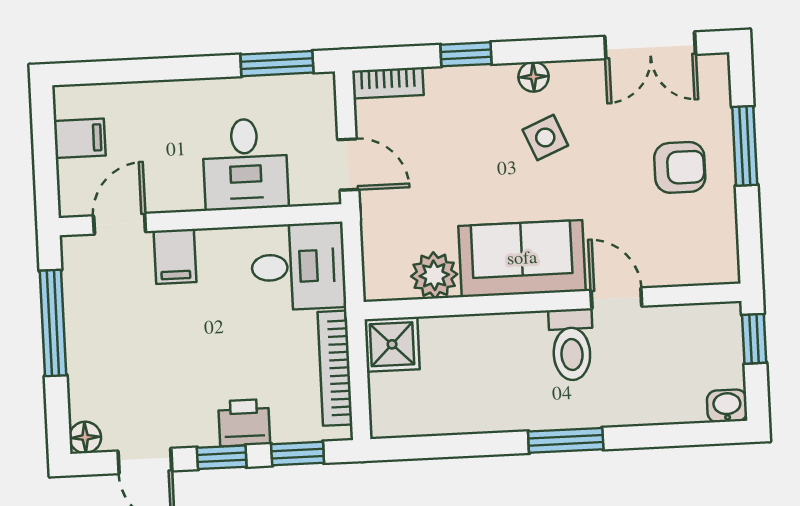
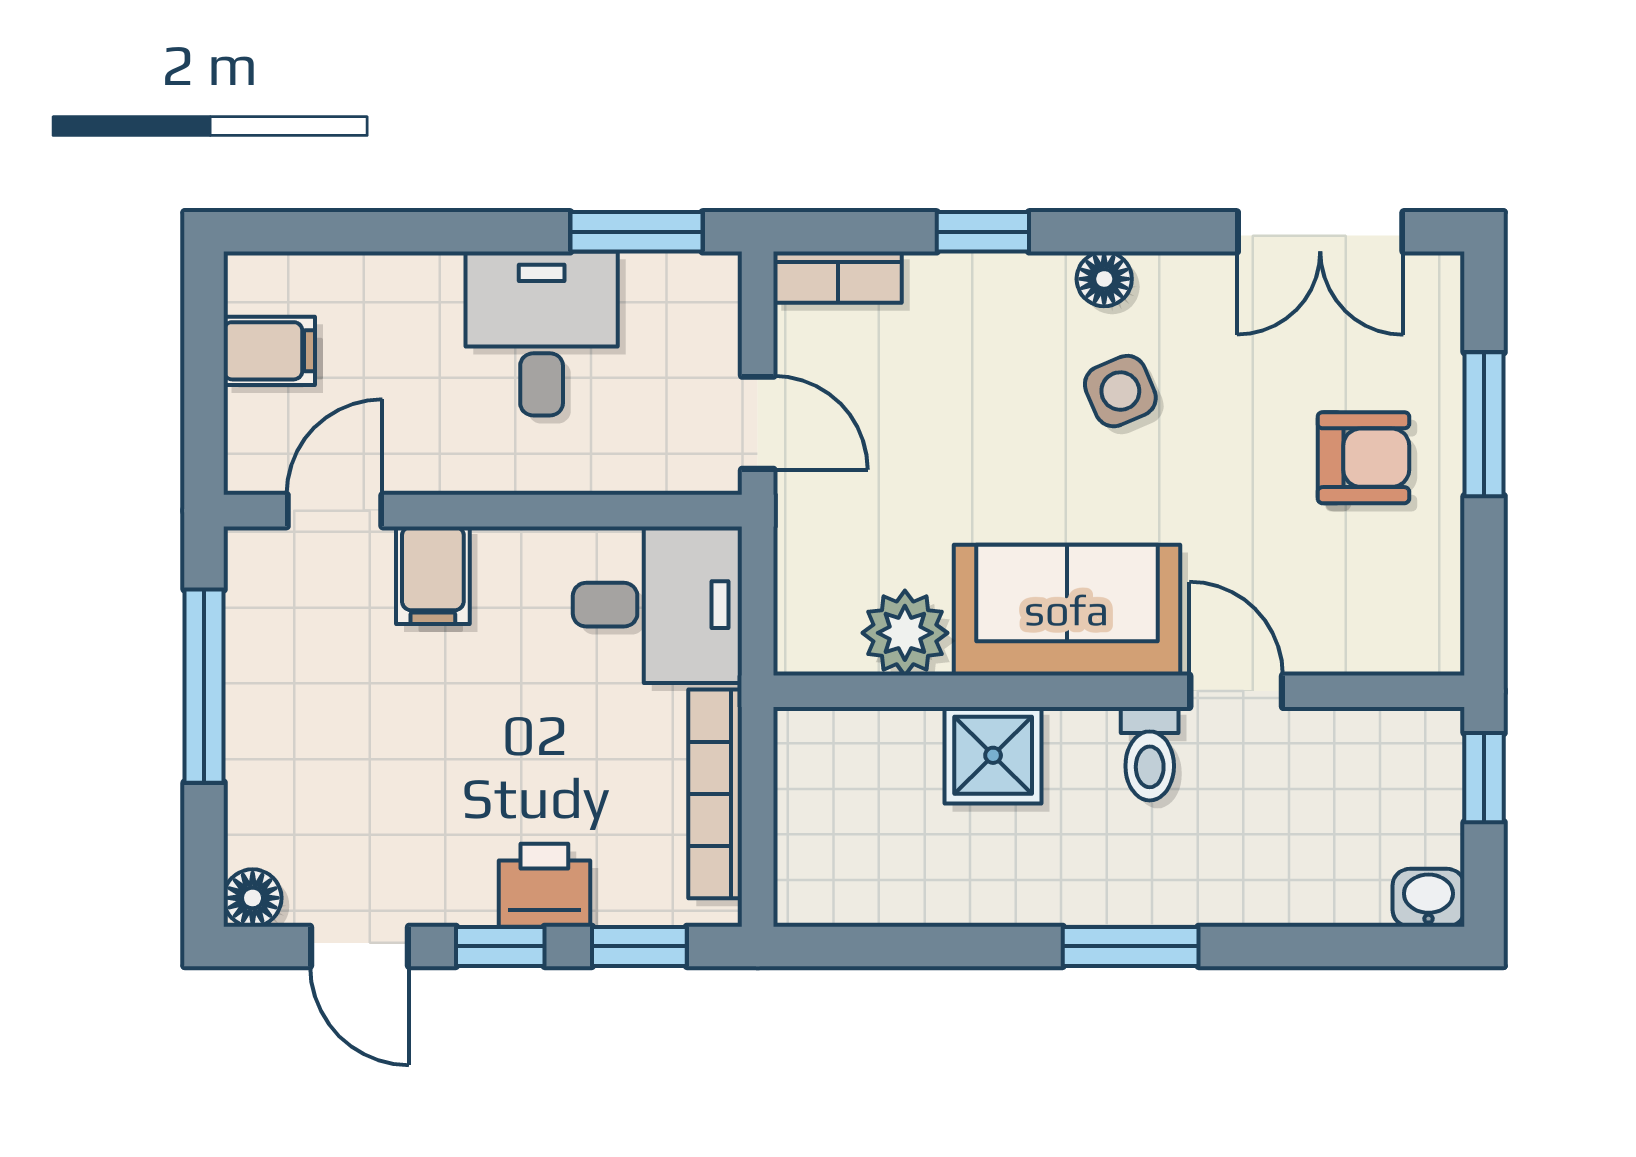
desk: (245, 164) -> (542, 334), moved, turned 180
shower: (392, 344) -> (993, 755), moved
toilet: (571, 345) -> (1150, 754), width x0.73, depth x0.72

